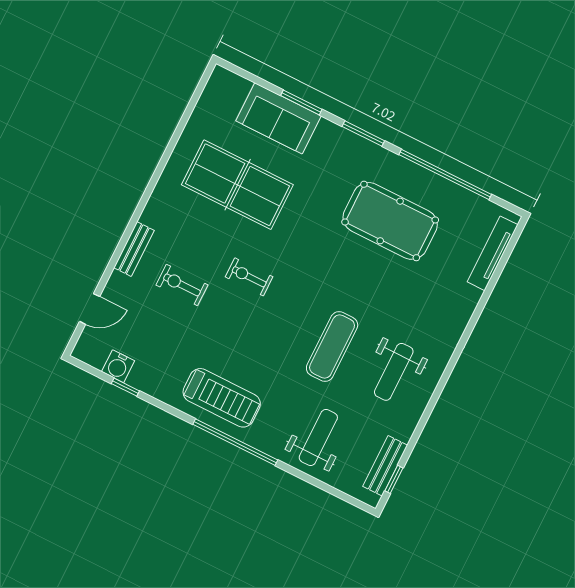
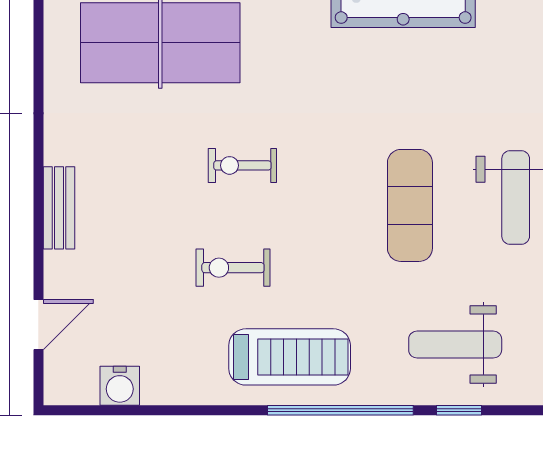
exercise bike: (182, 285) -> (233, 268), moved
window: (125, 387) -> (459, 410), moved
weight bench: (318, 437) -> (455, 345), turned -90

